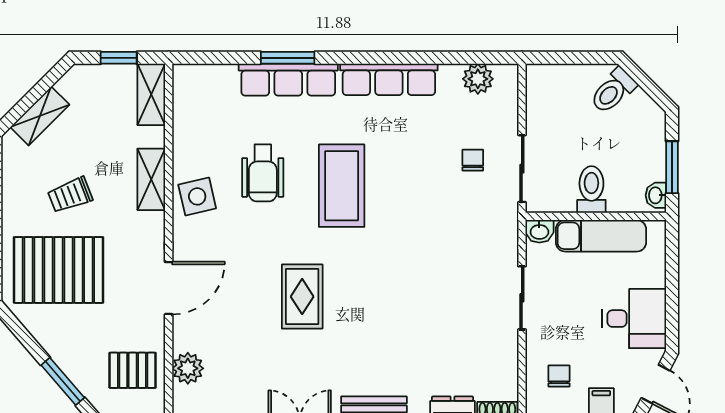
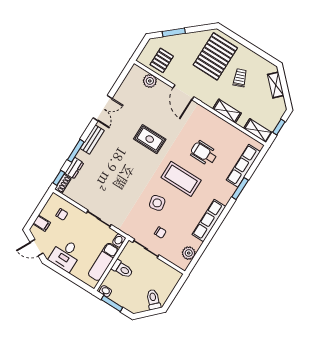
row of seats: (288, 80) -> (243, 166), moved
side table: (197, 196) -> (157, 203), moved

